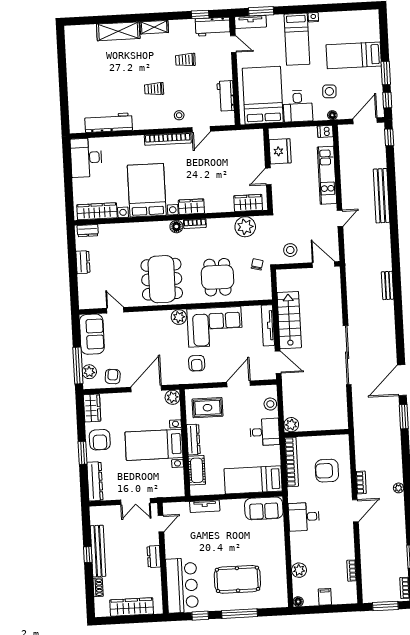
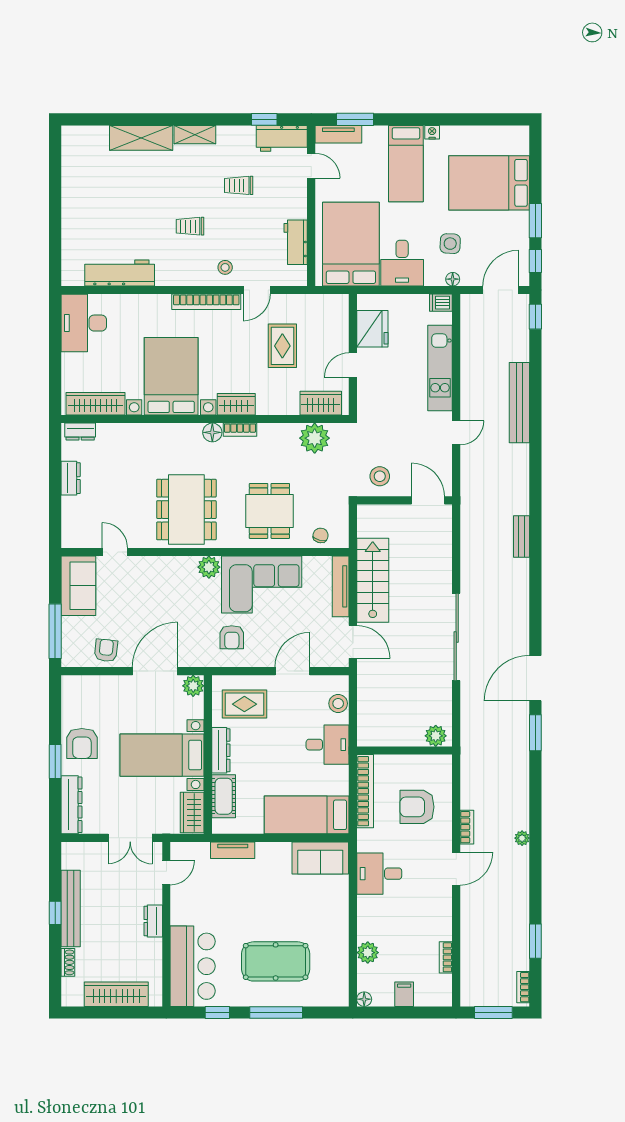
bed: (354, 55) -> (489, 183), width x1.50
rug: (220, 166) -> (282, 346), added
chair: (257, 264) -> (321, 535), moved
plant: (89, 372) -> (72, 641), removed
wardrobe: (92, 408) -> (192, 813), moved, turned 180
plant: (291, 425) -> (436, 736), moved

